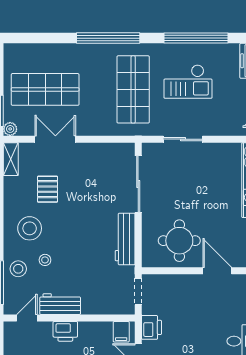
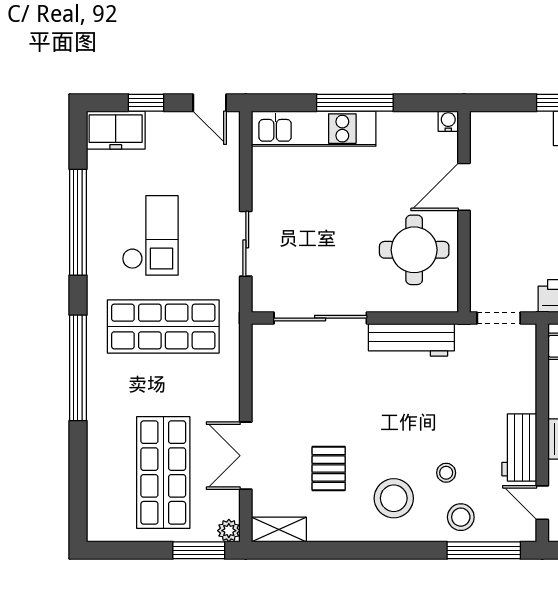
pallet: (48, 189) -> (329, 468), turned 90

